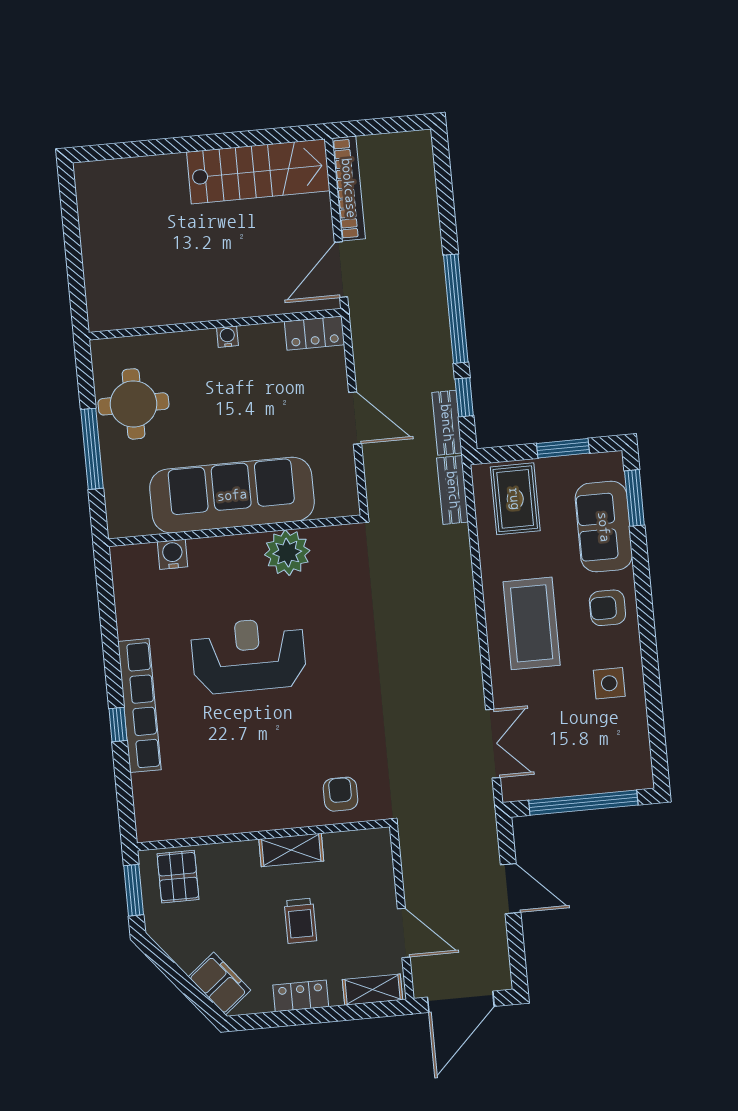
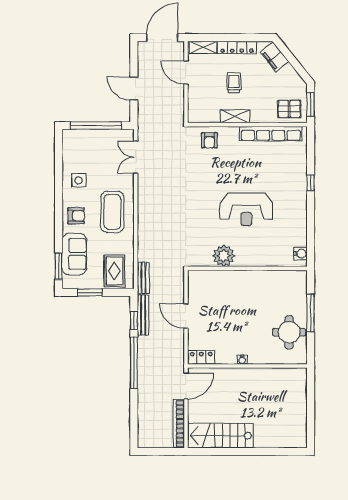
bench: (447, 423) -> (143, 315), width x1.36
sofa: (232, 495) -> (247, 285), removed
water cooler: (172, 554) -> (300, 254), moved, turned -90
row of seats: (139, 706) -> (271, 134), moved, turned -90
pallet: (178, 877) -> (289, 109), turned 90
locker: (301, 996) -> (237, 48), width x1.53

